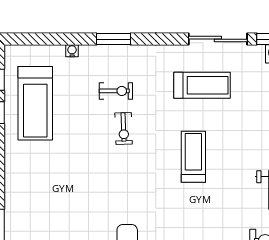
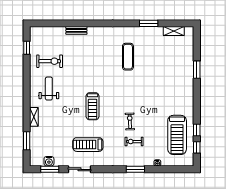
sliding door: (218, 39) -> (79, 169), width x0.73
treadmill: (35, 103) -> (177, 135), turned 180

